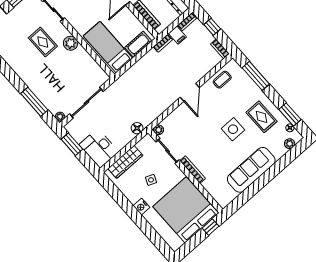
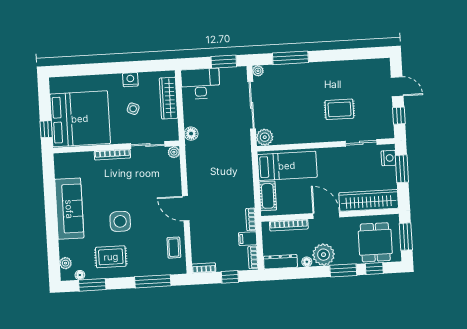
plant: (71, 43) -> (265, 137), moved
nightstand: (141, 207) -> (130, 80), moved

